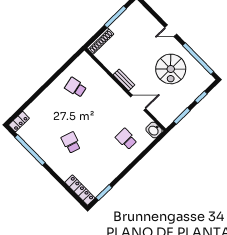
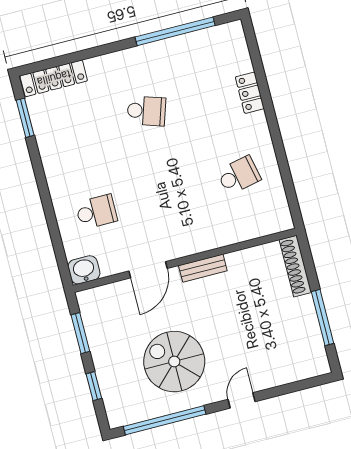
locker: (19, 122) -> (250, 93), moved

